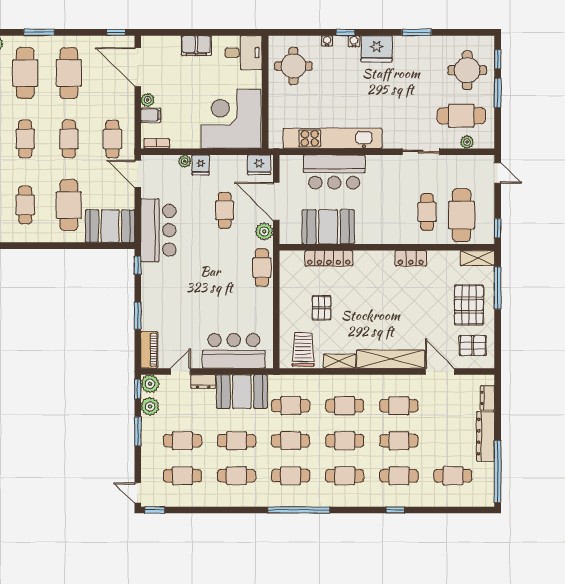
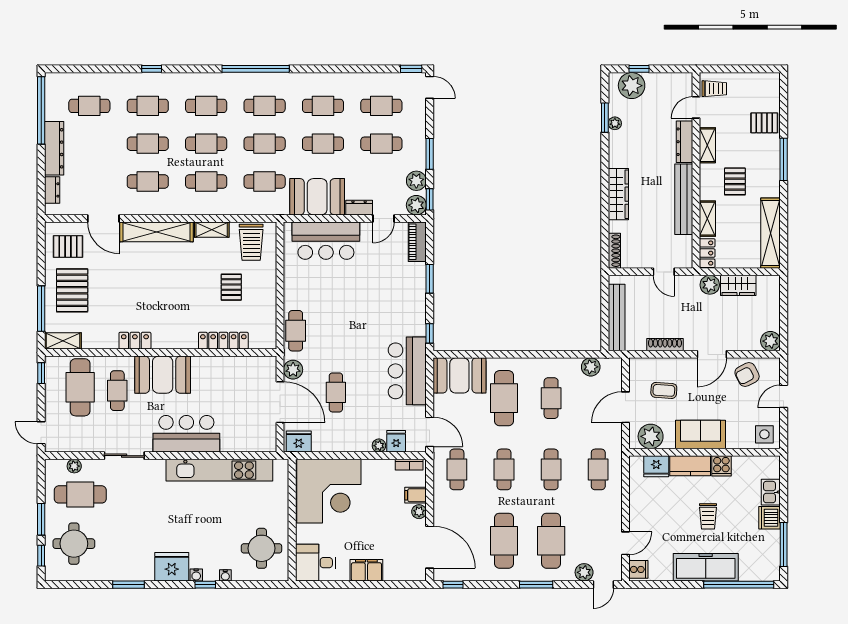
fridge: (201, 165) -> (396, 441), moved
bar counter: (334, 172) -> (186, 434), moved
booth: (328, 227) -> (163, 375), moved

